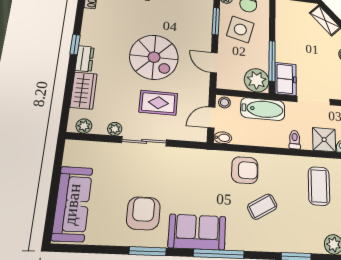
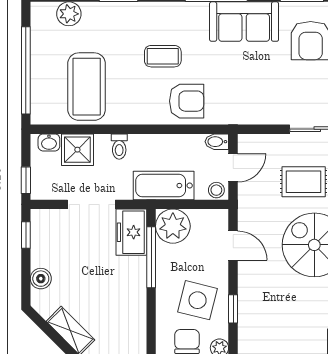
window: (216, 21) -> (233, 309), width x0.67
armchair: (245, 170) -> (187, 101), turned 180
coffee table: (319, 186) -> (87, 87), width x1.36, depth x1.32
coffee table: (262, 207) -> (163, 56), turned 30

